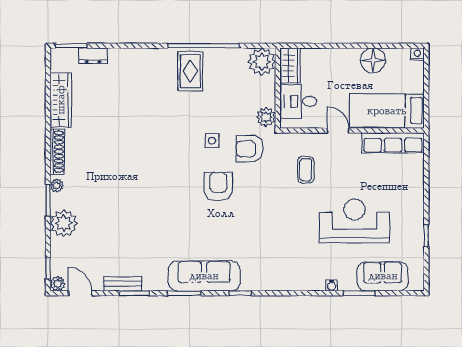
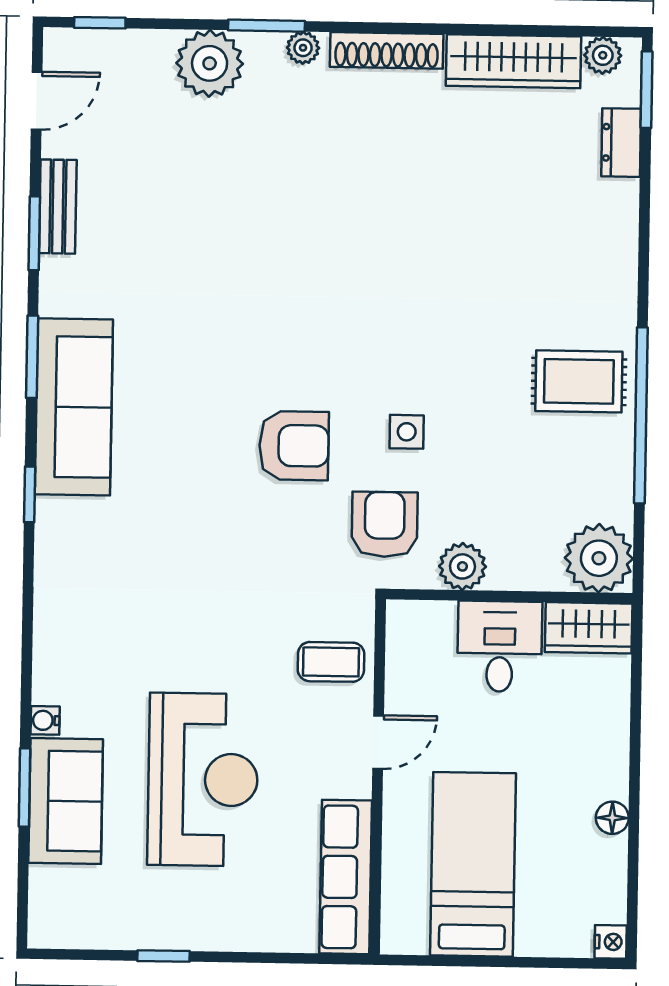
floor lamp: (373, 60) -> (612, 818), width x0.53, depth x0.53
door: (338, 131) -> (378, 742), moved
wall: (352, 131) -> (378, 777), moved
row of seats: (393, 143) -> (346, 877), moved
sofa: (383, 276) -> (66, 801), moved
plant: (58, 284) -> (603, 55), moved

